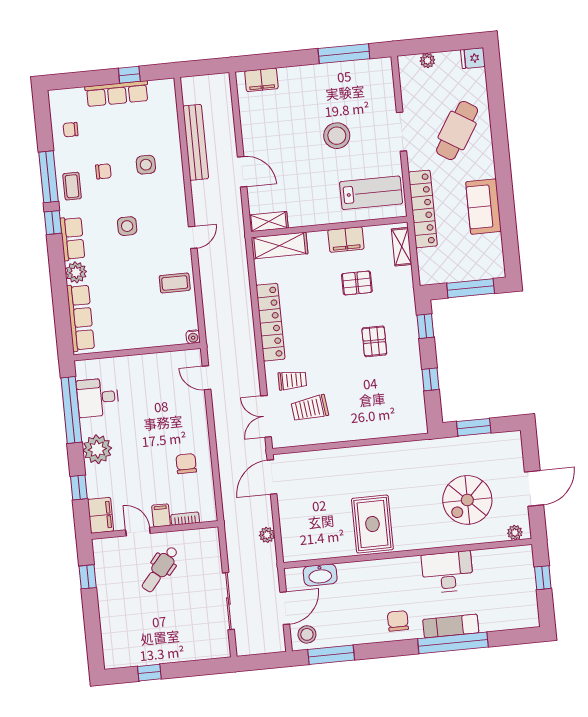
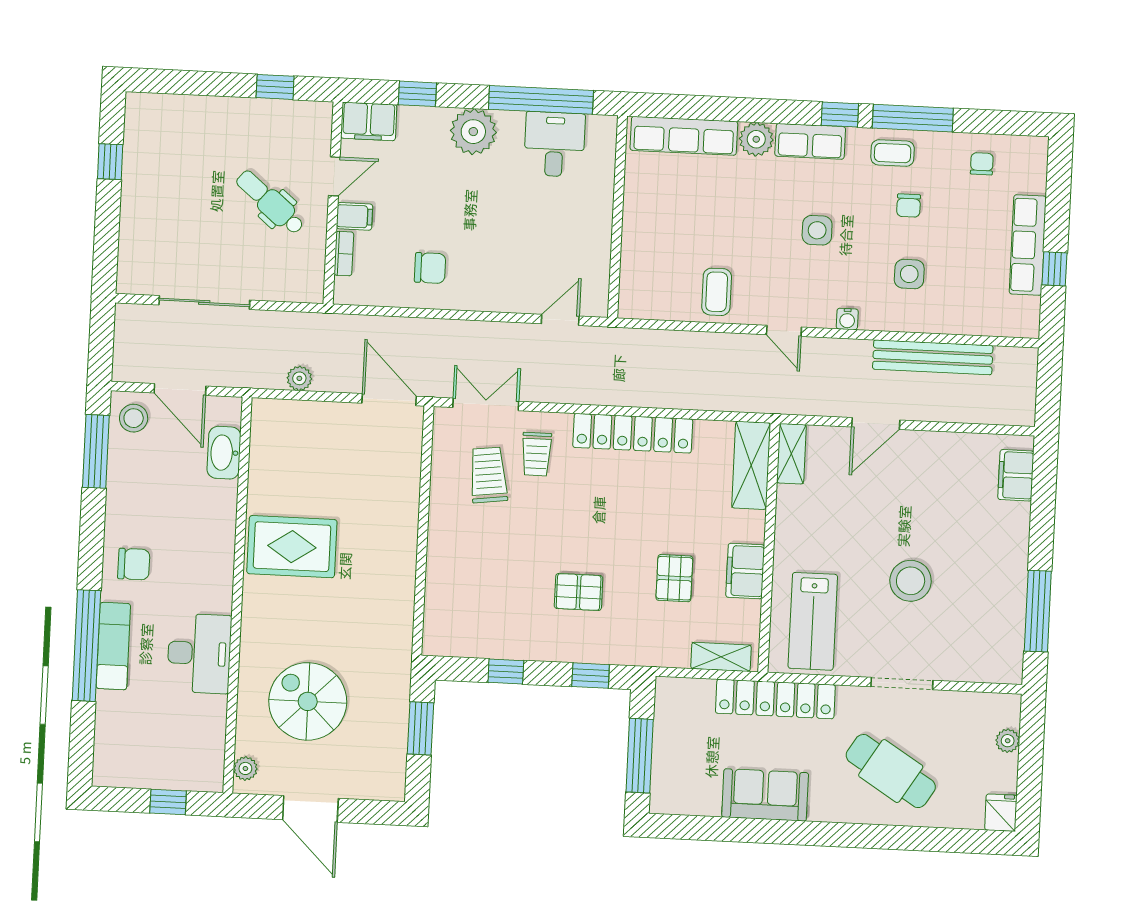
water cooler: (193, 337) -> (847, 319), moved, turned -90

